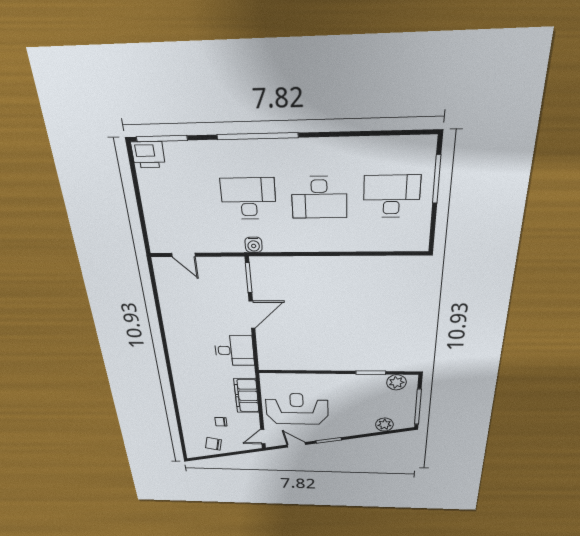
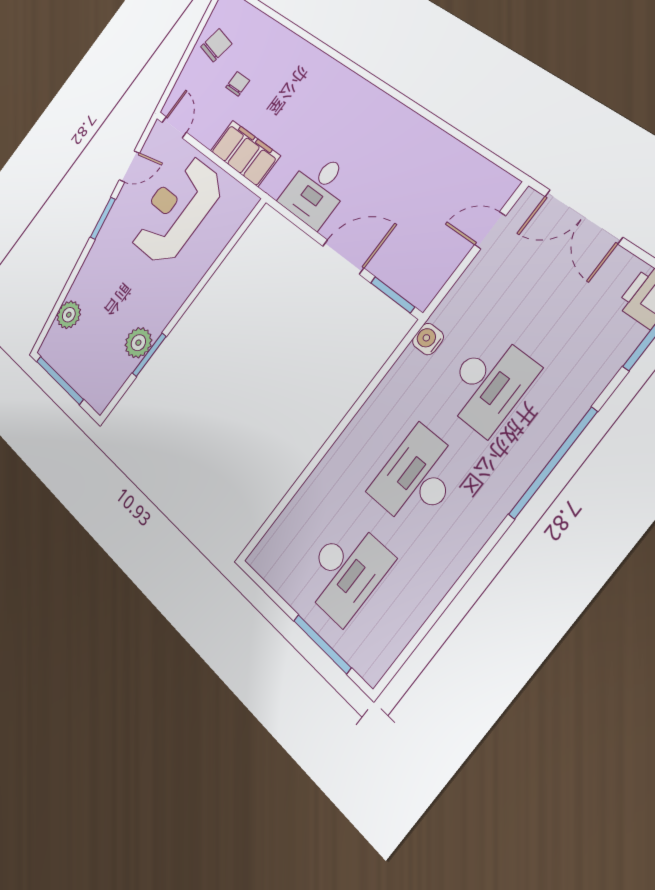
double door: (142, 216) -> (583, 216), added
door: (252, 315) -> (343, 257), swing flipped
plant: (396, 382) -> (138, 343), moved
reception desk: (297, 409) -> (176, 210), turned 180

